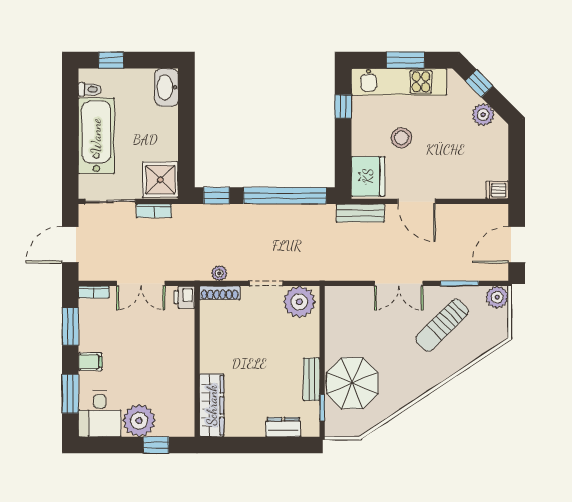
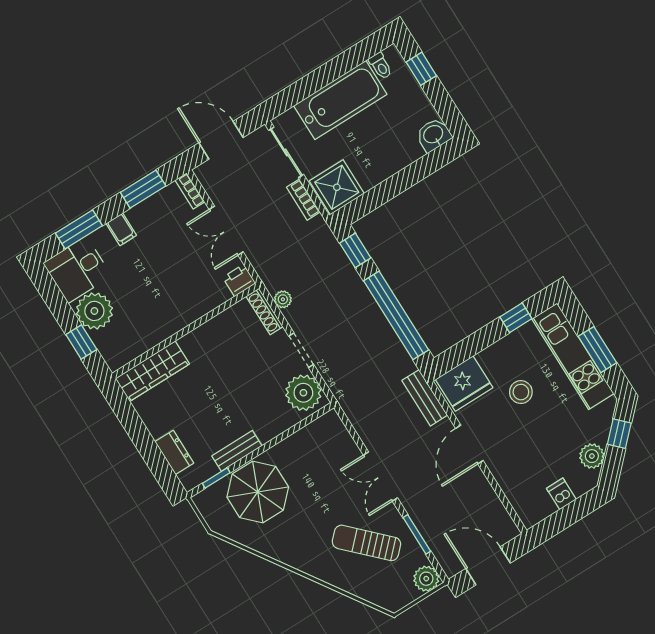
washbasin: (167, 87) -> (434, 135), width x0.72
dishwasher: (497, 190) -> (561, 494), moved

